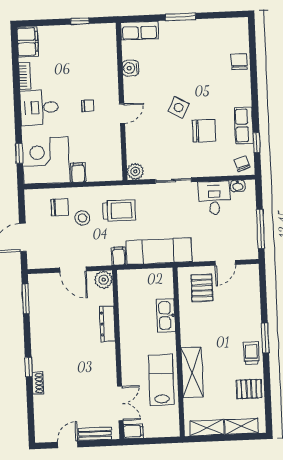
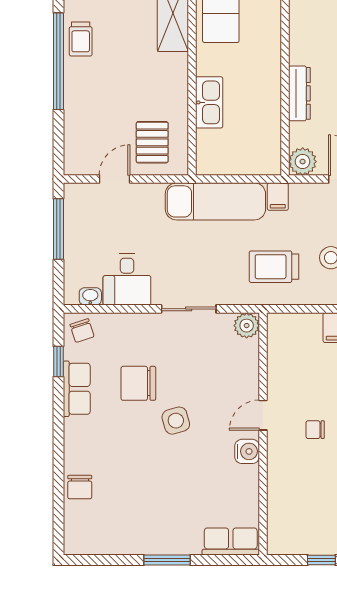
water cooler: (130, 68) -> (247, 451), moved
side table: (179, 108) -> (176, 421), turned 45
window: (265, 338) -> (58, 61), width x2.11

